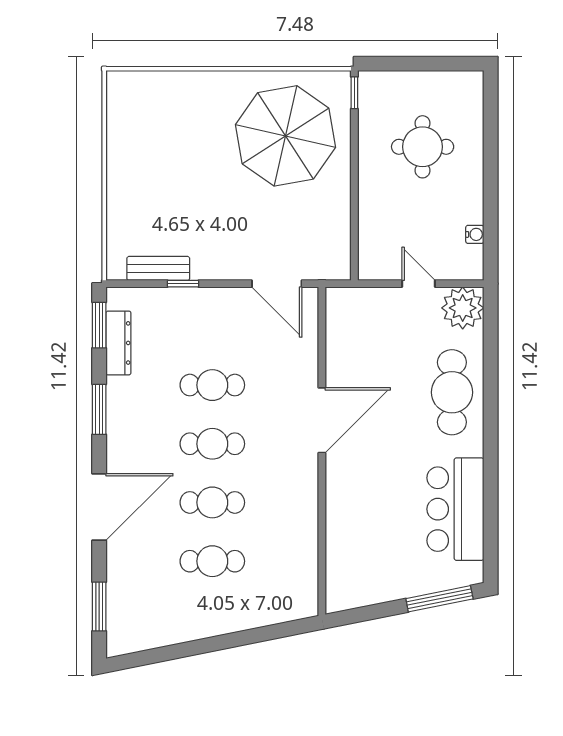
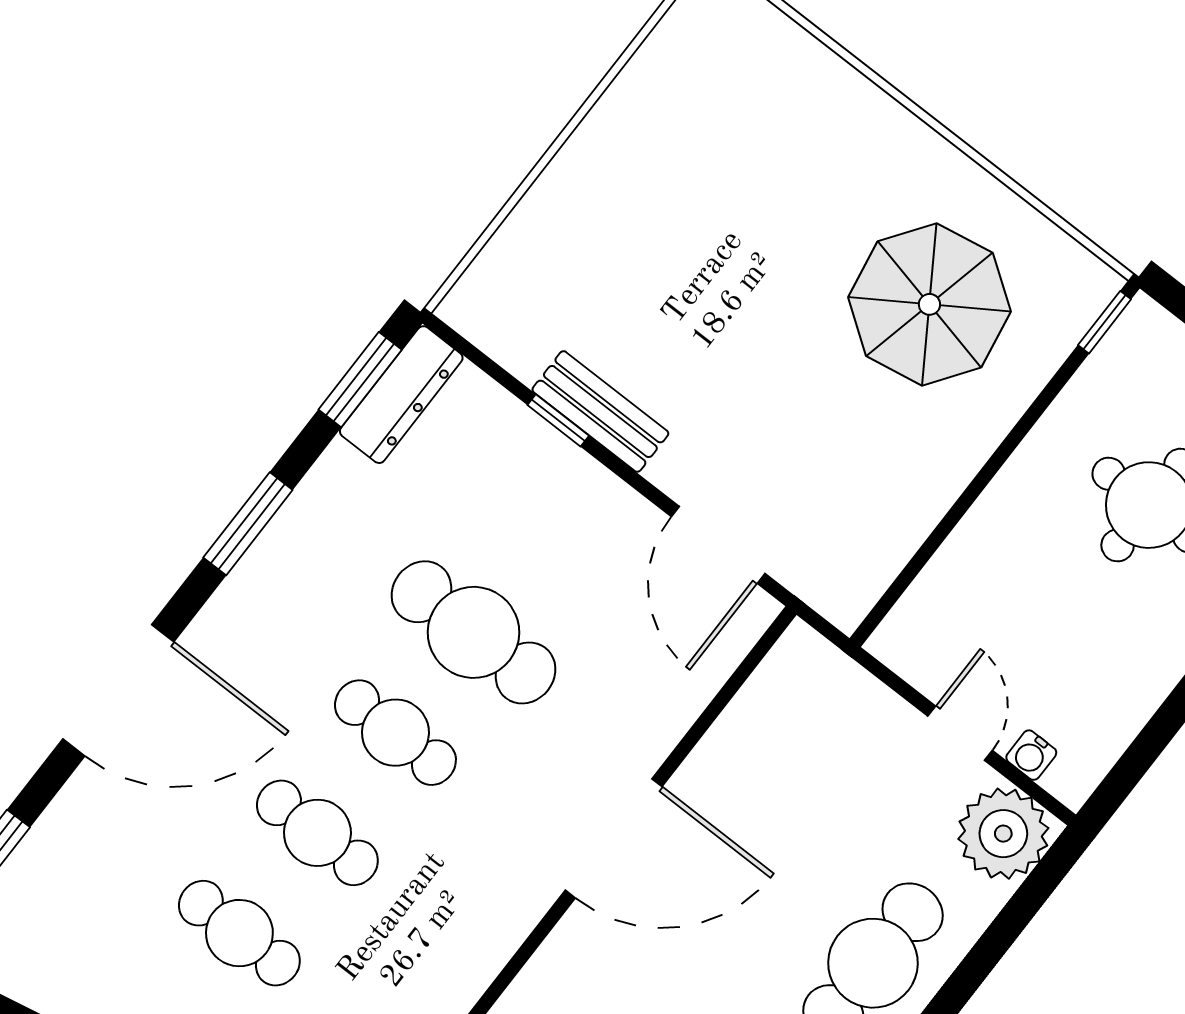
parasol: (285, 136) -> (929, 304), width x0.73, depth x0.73
water cooler: (475, 234) -> (1031, 755), moved, turned 90
bench: (158, 268) -> (600, 412), moved
dresser: (118, 343) -> (401, 395), moved
cafe table: (212, 385) -> (474, 632), width x1.37, depth x1.35

